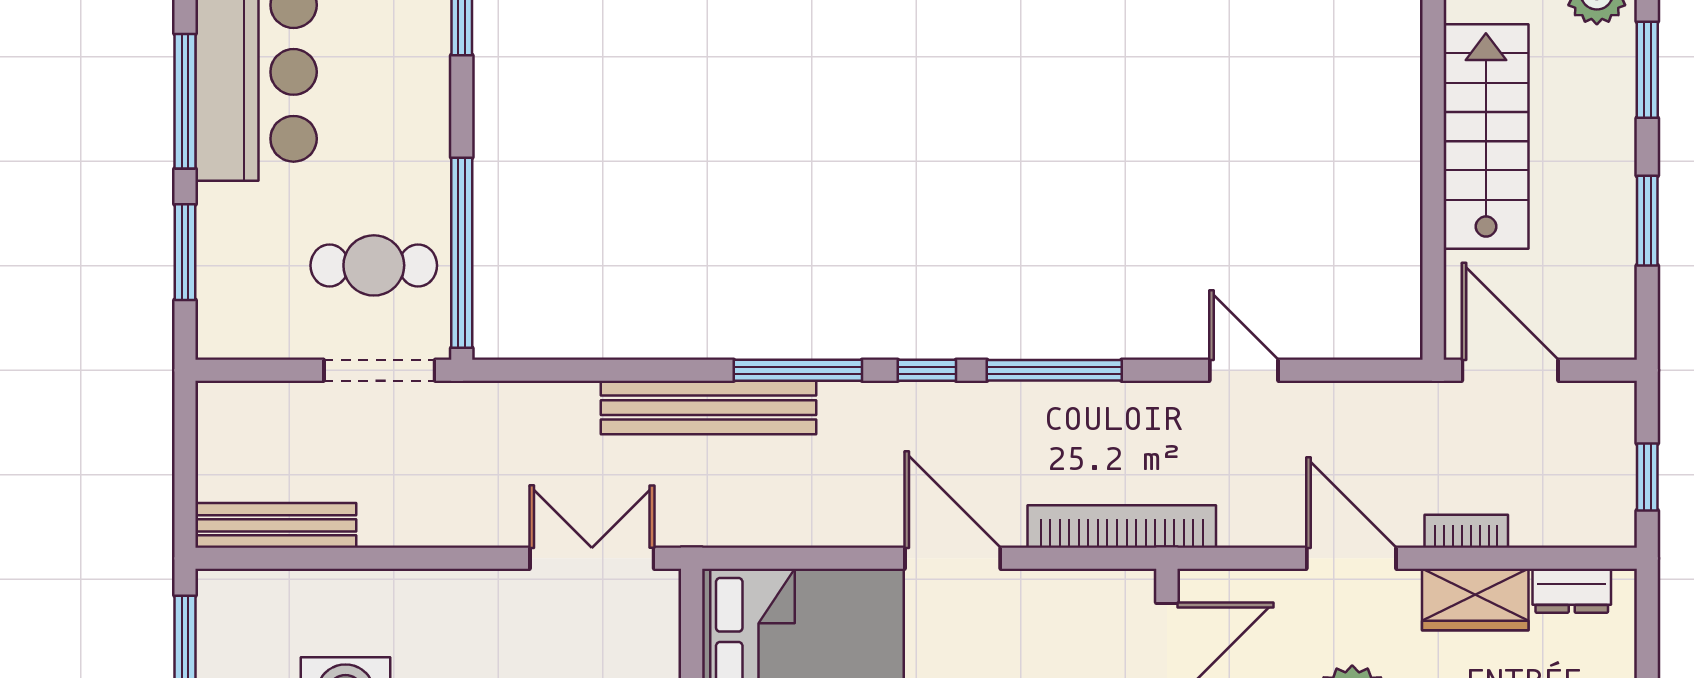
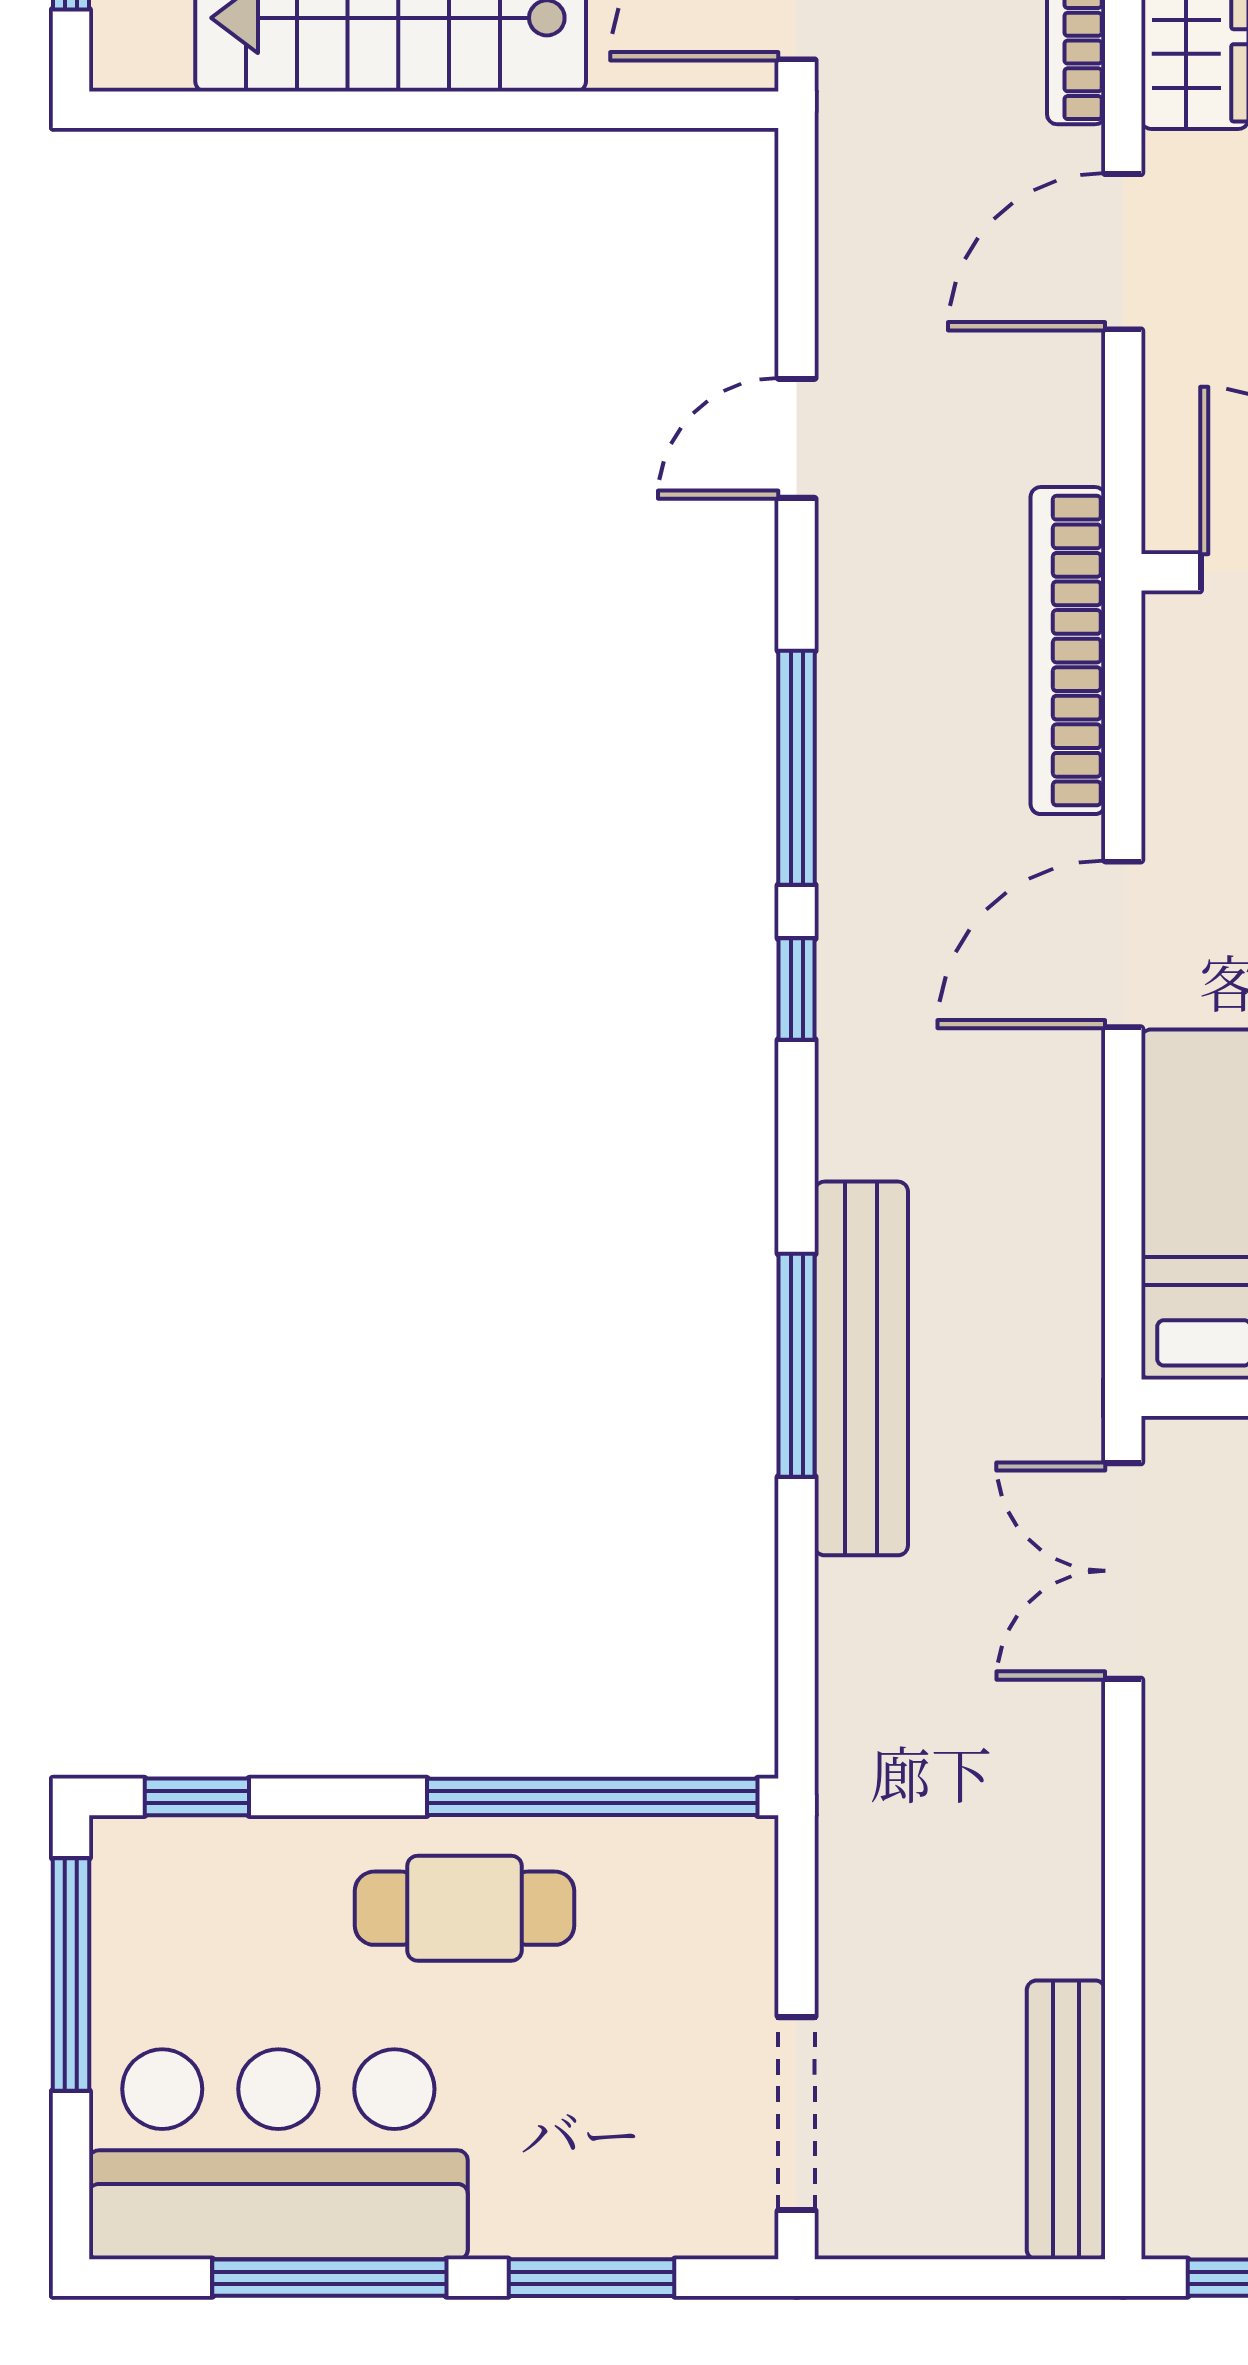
cafe table: (374, 265) -> (465, 1908), moved, turned 90
doorway: (379, 370) -> (797, 2114), moved
window: (798, 370) -> (797, 1365), moved

